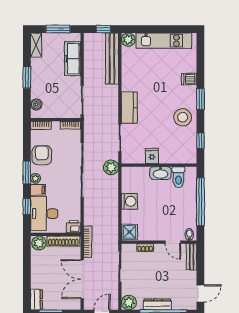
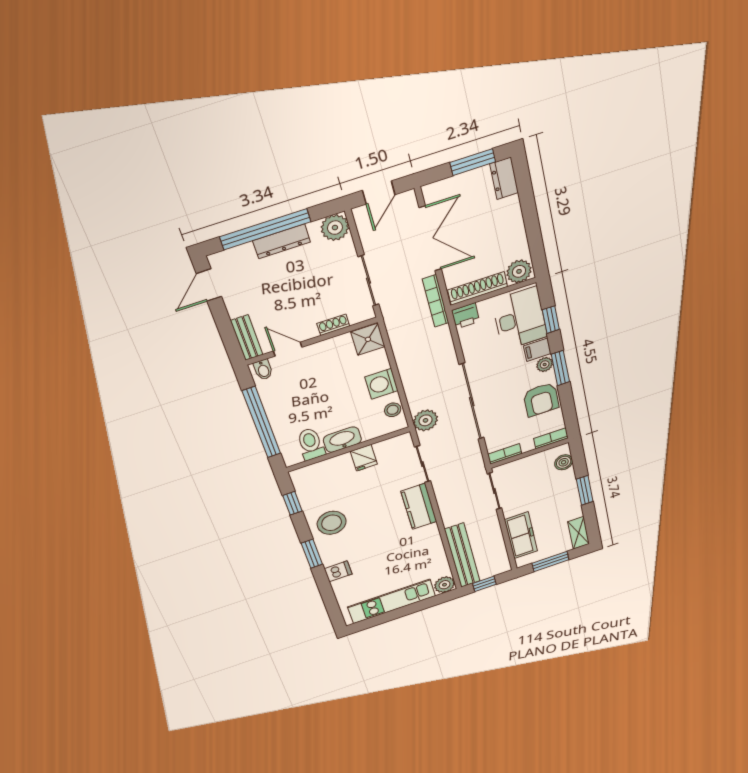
stool: (128, 182) -> (393, 410), added

